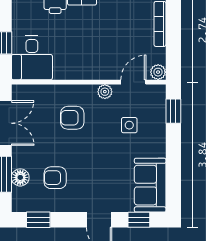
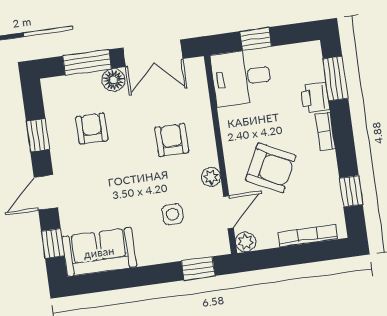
armchair: (104, 45) -> (271, 168), added
door: (133, 82) -> (228, 212), hinge flipped
floor lamp: (20, 177) -> (114, 80), moved
window: (38, 220) -> (38, 135), moved

